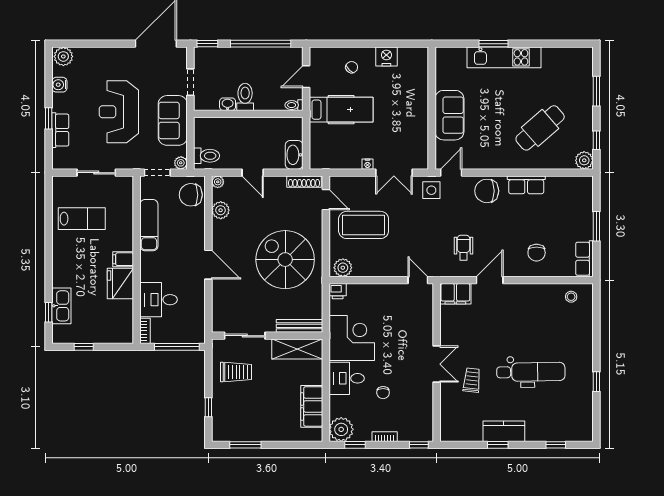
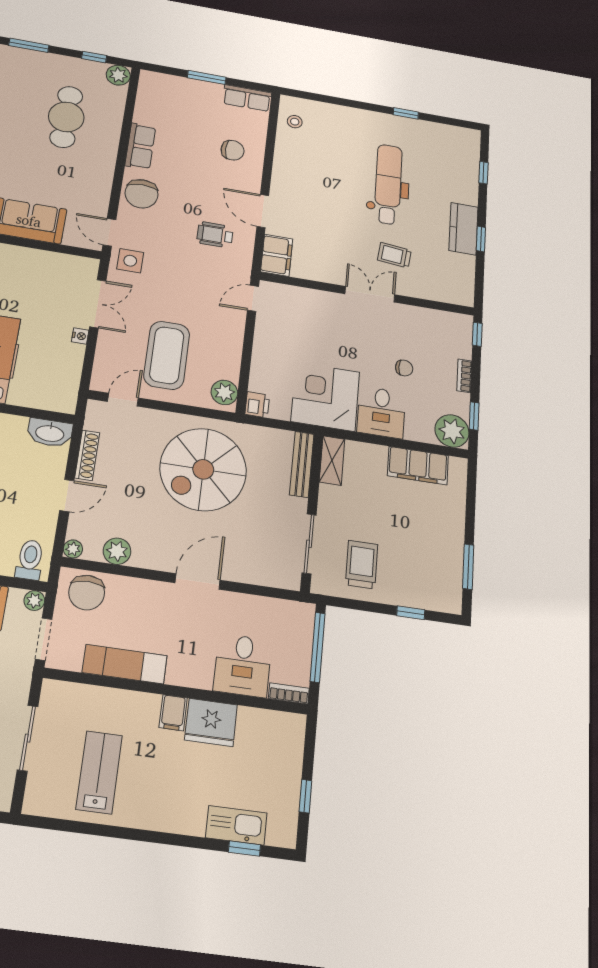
cafe table: (540, 128) -> (66, 117), turned 41
shoe rack: (304, 182) -> (87, 455), moved
shelving: (297, 349) -> (332, 460), width x0.67, depth x0.75

